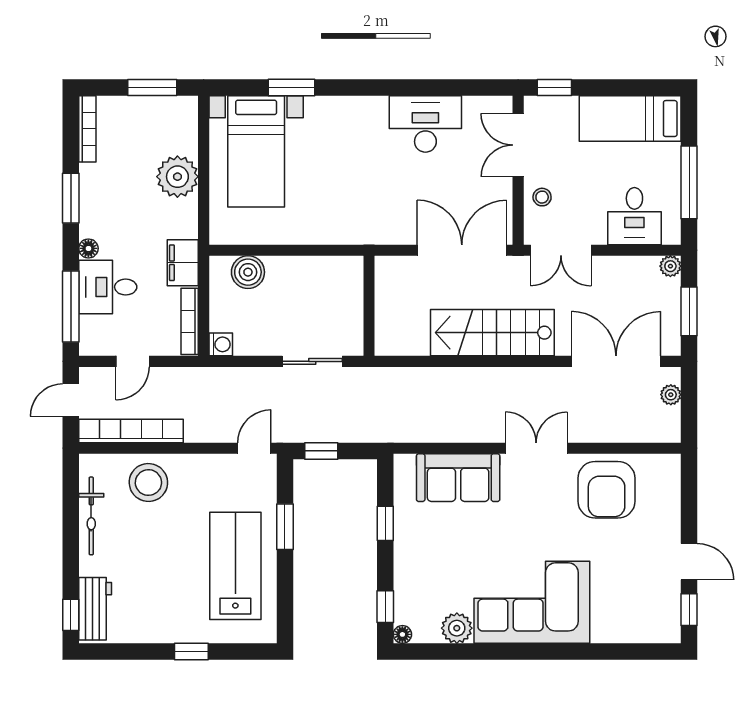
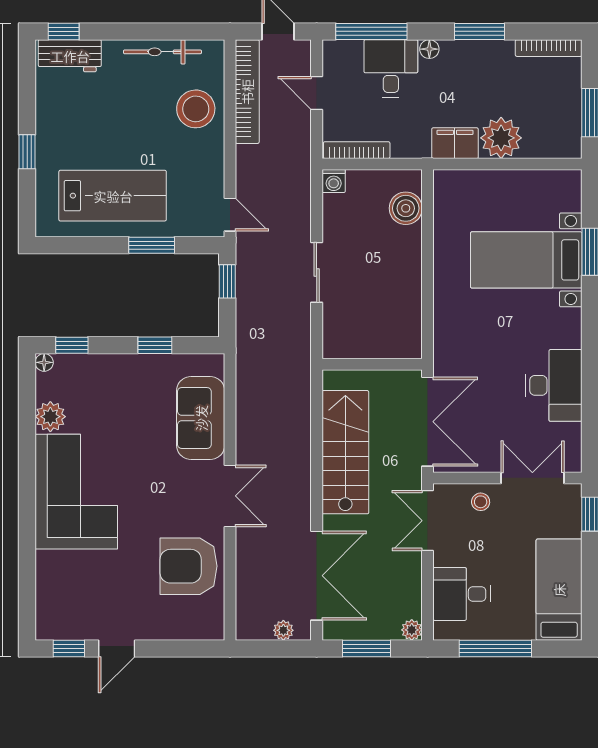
bed with nightstands: (256, 151) -> (526, 260), moved
filing cabinet: (183, 263) -> (455, 143), moved
wall: (369, 306) -> (372, 364), moved

